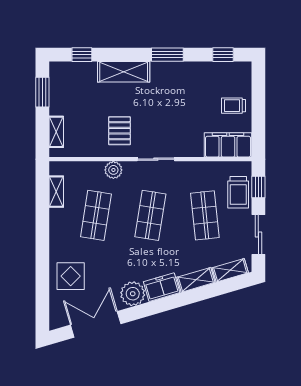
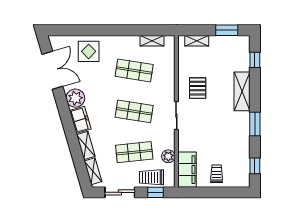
pallet: (119, 131) -> (198, 88), turned 90
plant: (113, 170) -> (168, 156), moved

